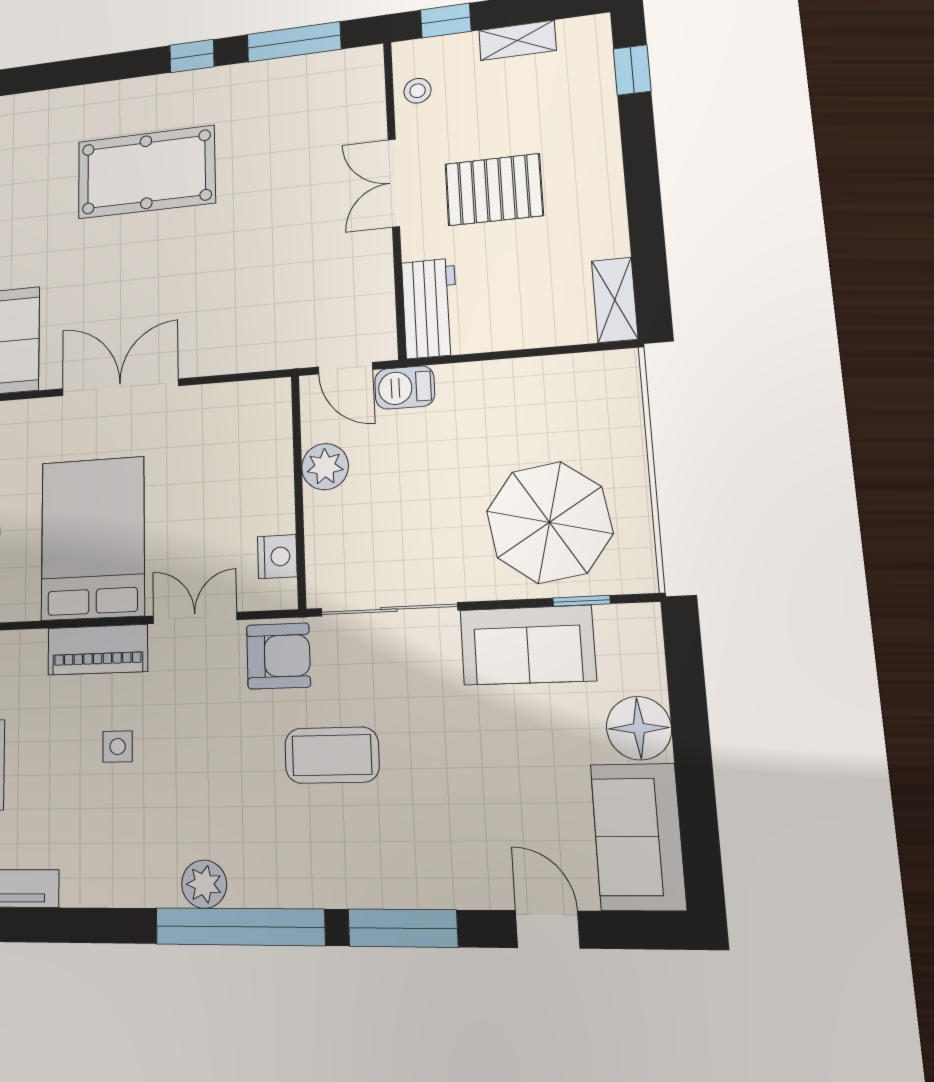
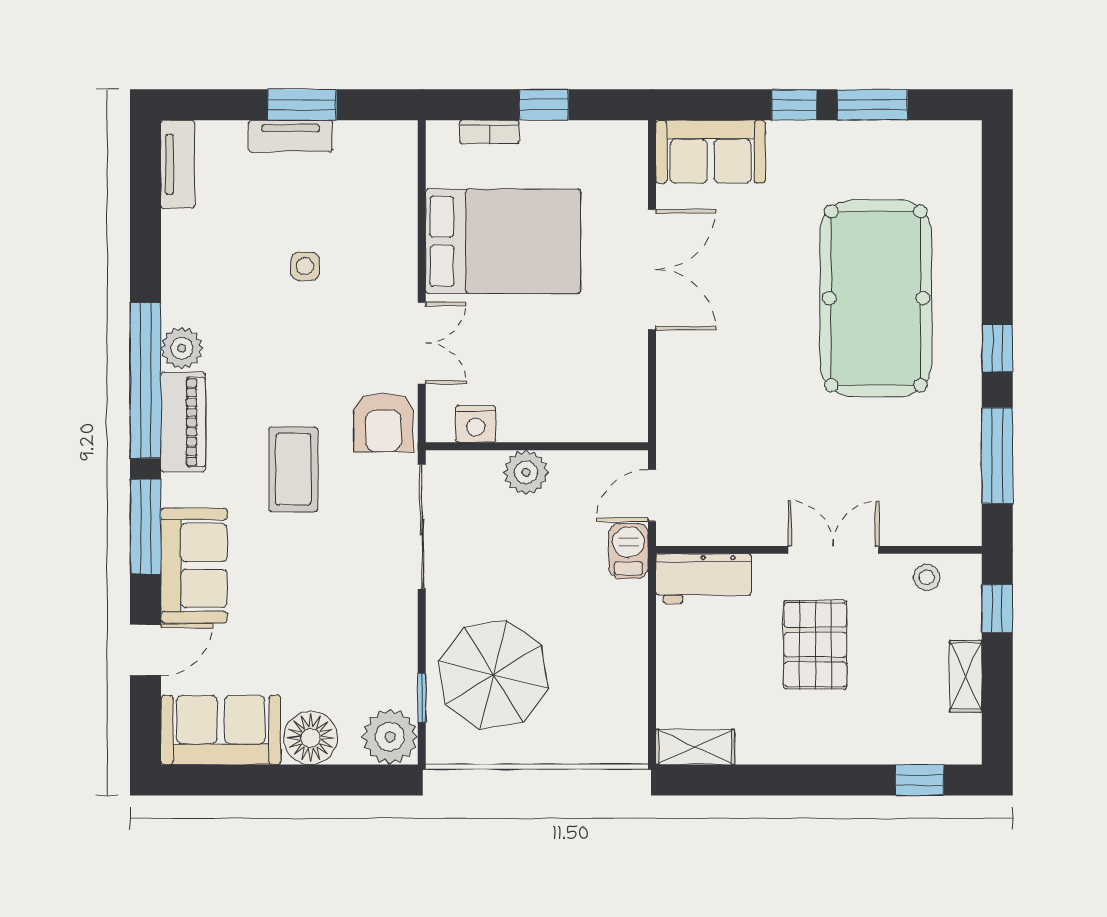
pool table: (146, 172) -> (876, 298), width x1.36, depth x1.32
plant: (325, 467) -> (526, 472), moved
plant: (630, 635) -> (390, 737), added
sofa: (528, 645) -> (194, 565), moved, turned 180
piano: (98, 650) -> (183, 422), moved, turned 180

